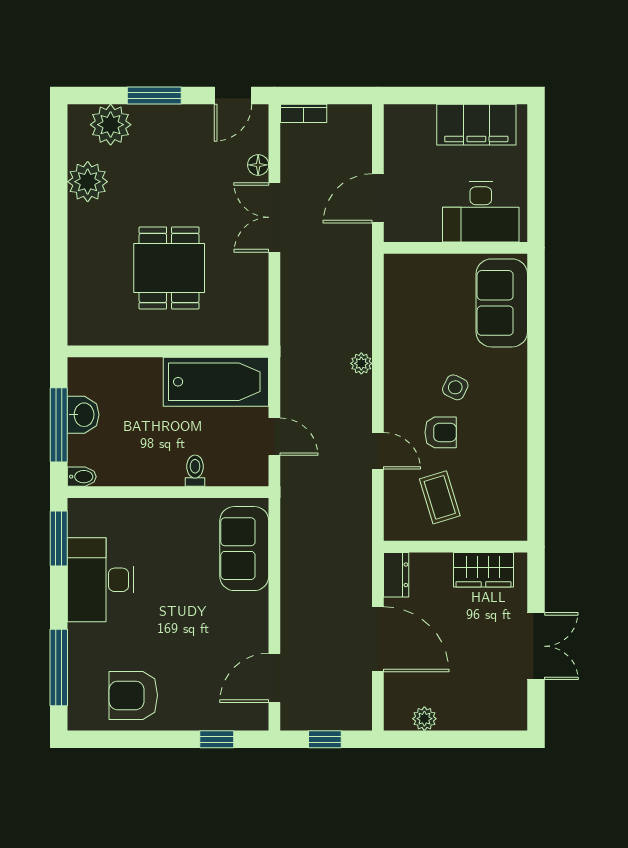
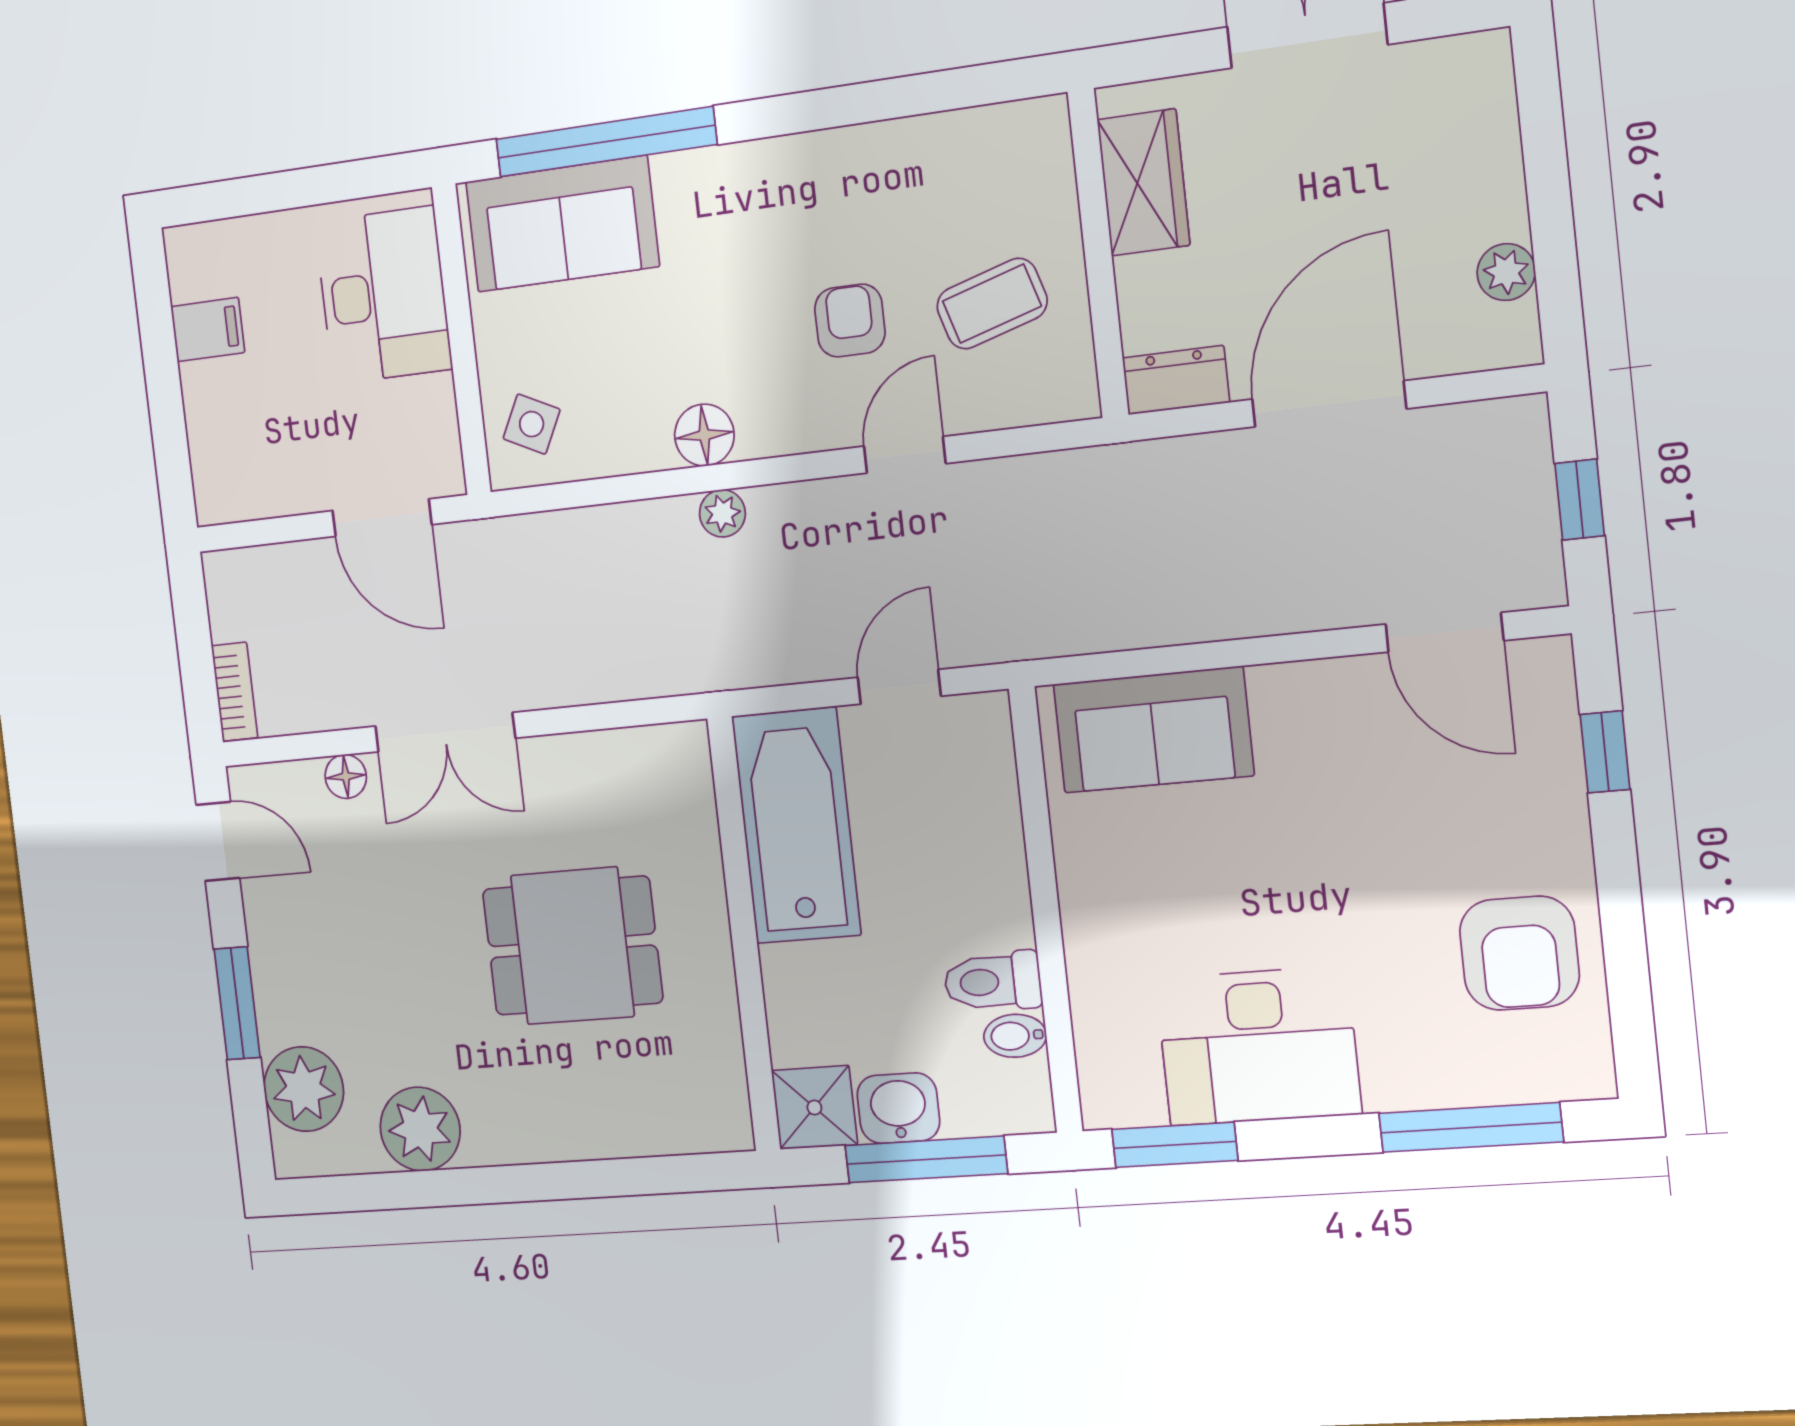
filing cabinet: (476, 125) -> (208, 329), width x0.33, depth x0.86
window: (536, 328) -> (606, 142), added
floor lamp: (398, 359) -> (704, 435), added
shower: (86, 375) -> (814, 1107), added
side table: (455, 387) -> (532, 424), moved
toilet: (195, 471) -> (993, 982), moved, width x1.37, depth x1.39
bidet: (82, 477) -> (1015, 1036), moved, turned -90

